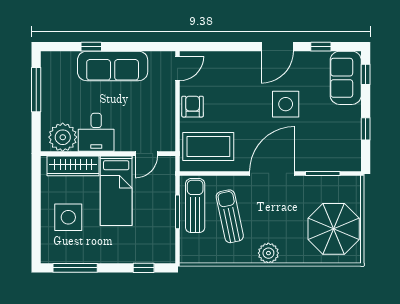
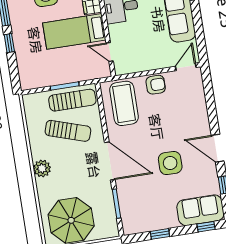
door: (177, 68) -> (186, 67), swing flipped
sun lounger: (230, 216) -> (68, 131), turned 30
window: (144, 268) -> (9, 43), moved

